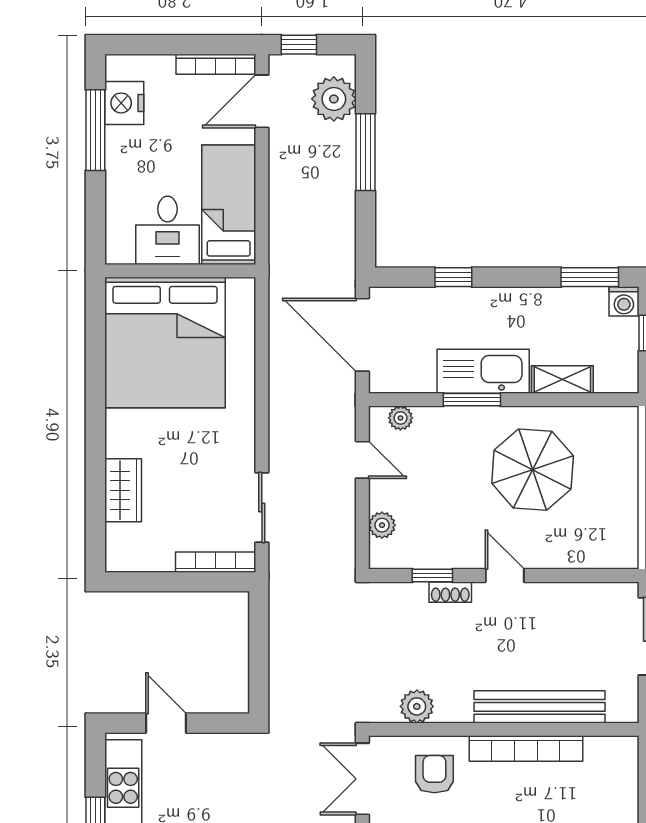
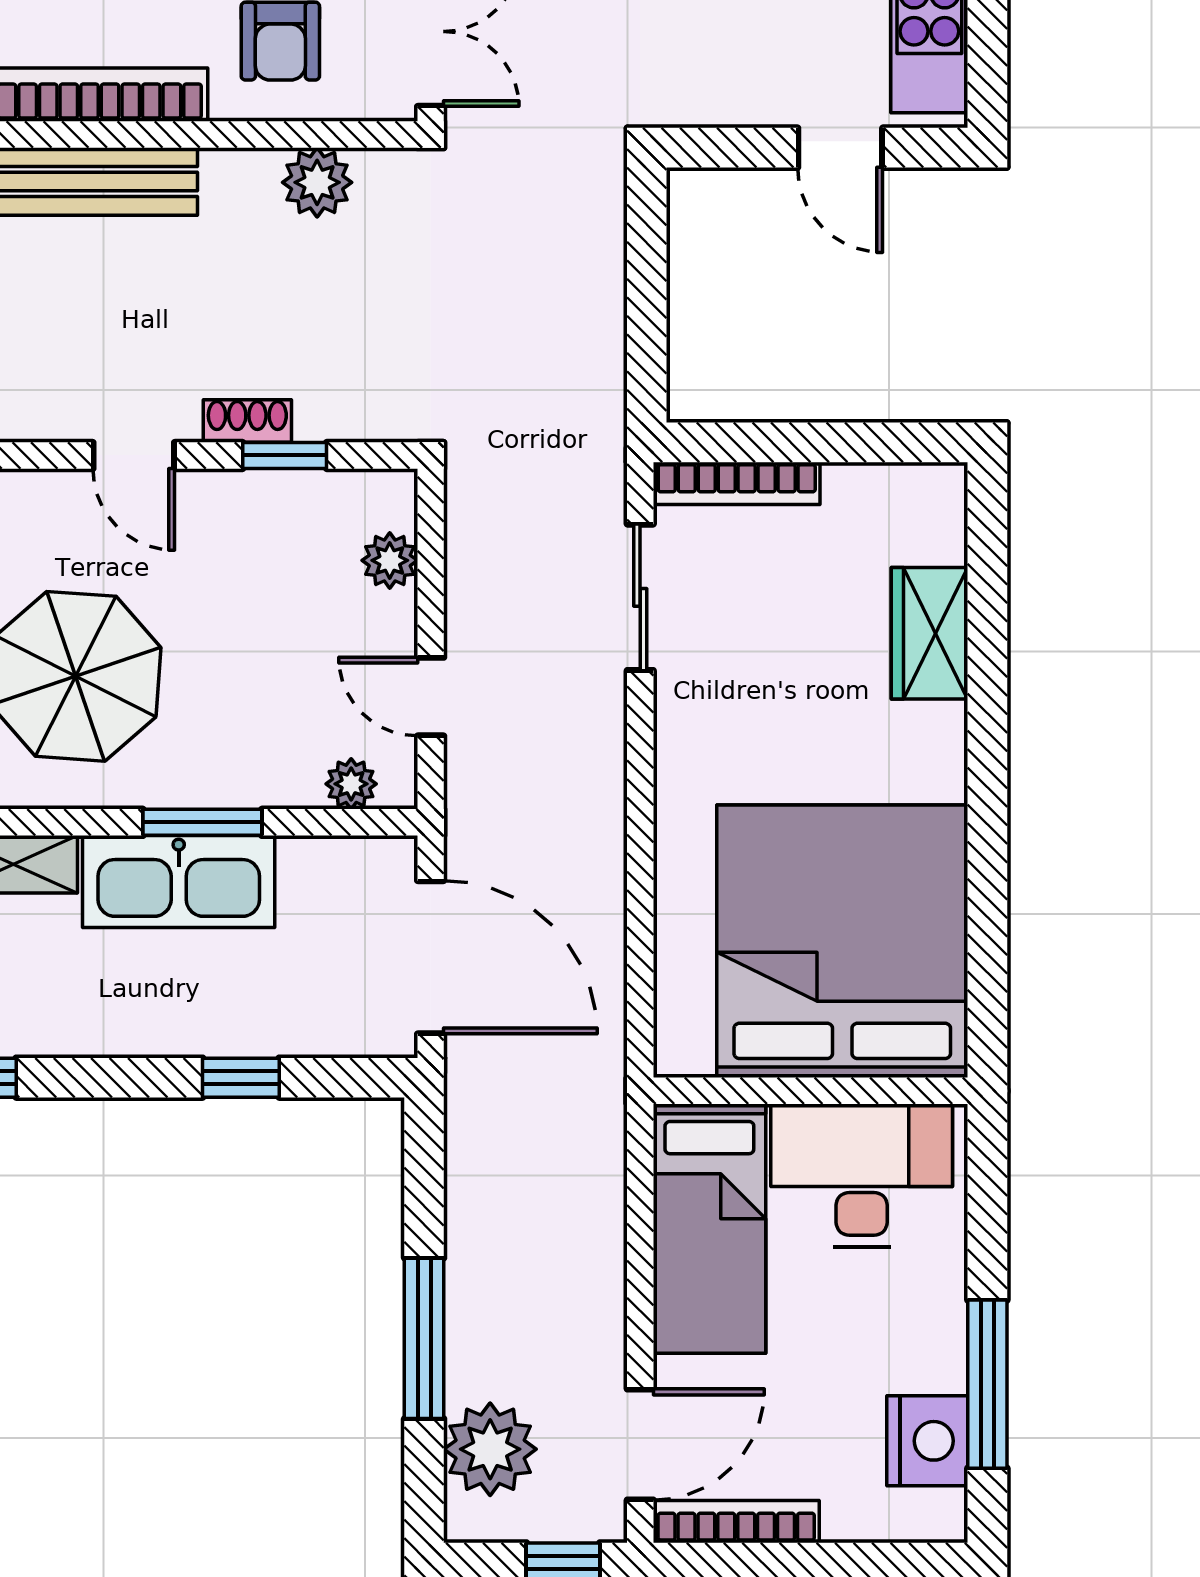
desk: (168, 230) -> (862, 1175), width x1.37

